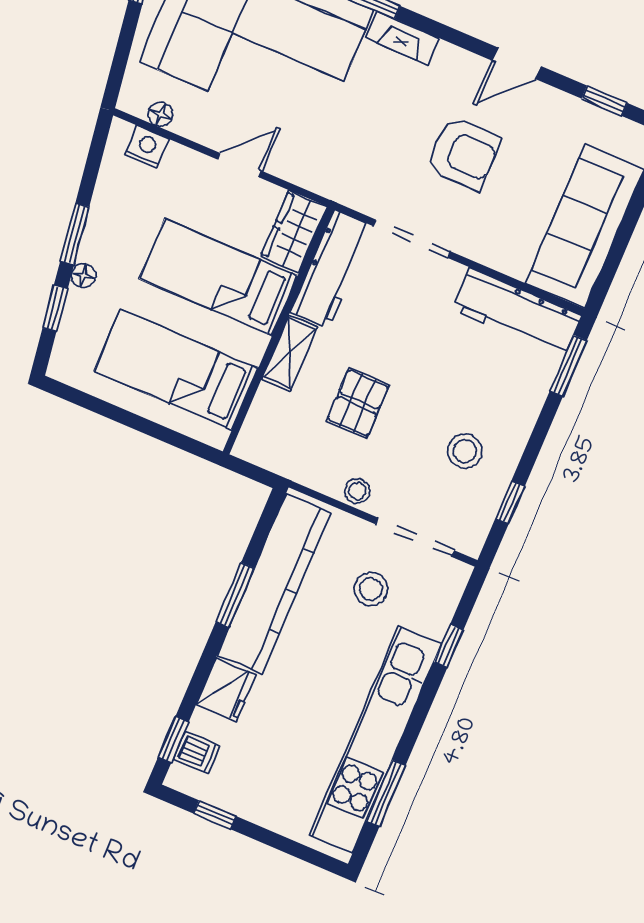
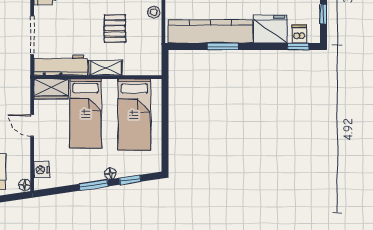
floor lamp: (160, 114) -> (25, 185), moved
pallet: (358, 403) -> (115, 28), turned 90
fridge: (226, 689) -> (270, 29), width x1.36, depth x1.34

